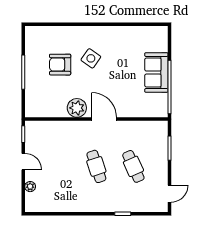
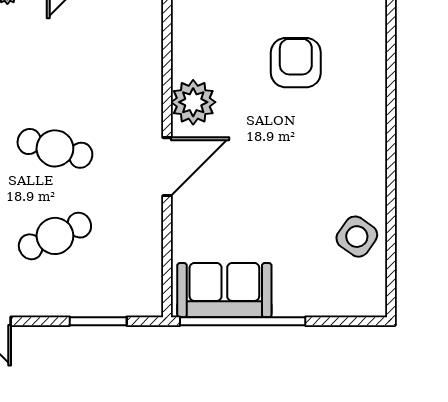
side table: (91, 58) -> (357, 237), moved
sofa: (156, 73) -> (224, 290), moved
cafe table: (96, 166) -> (55, 148), turned 33

